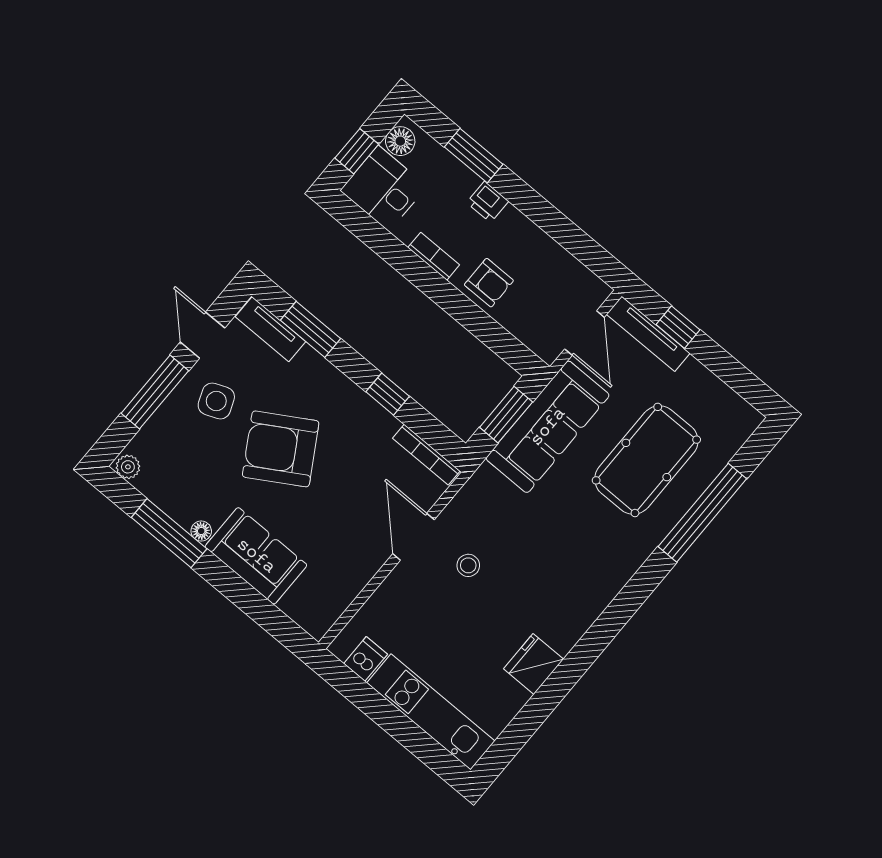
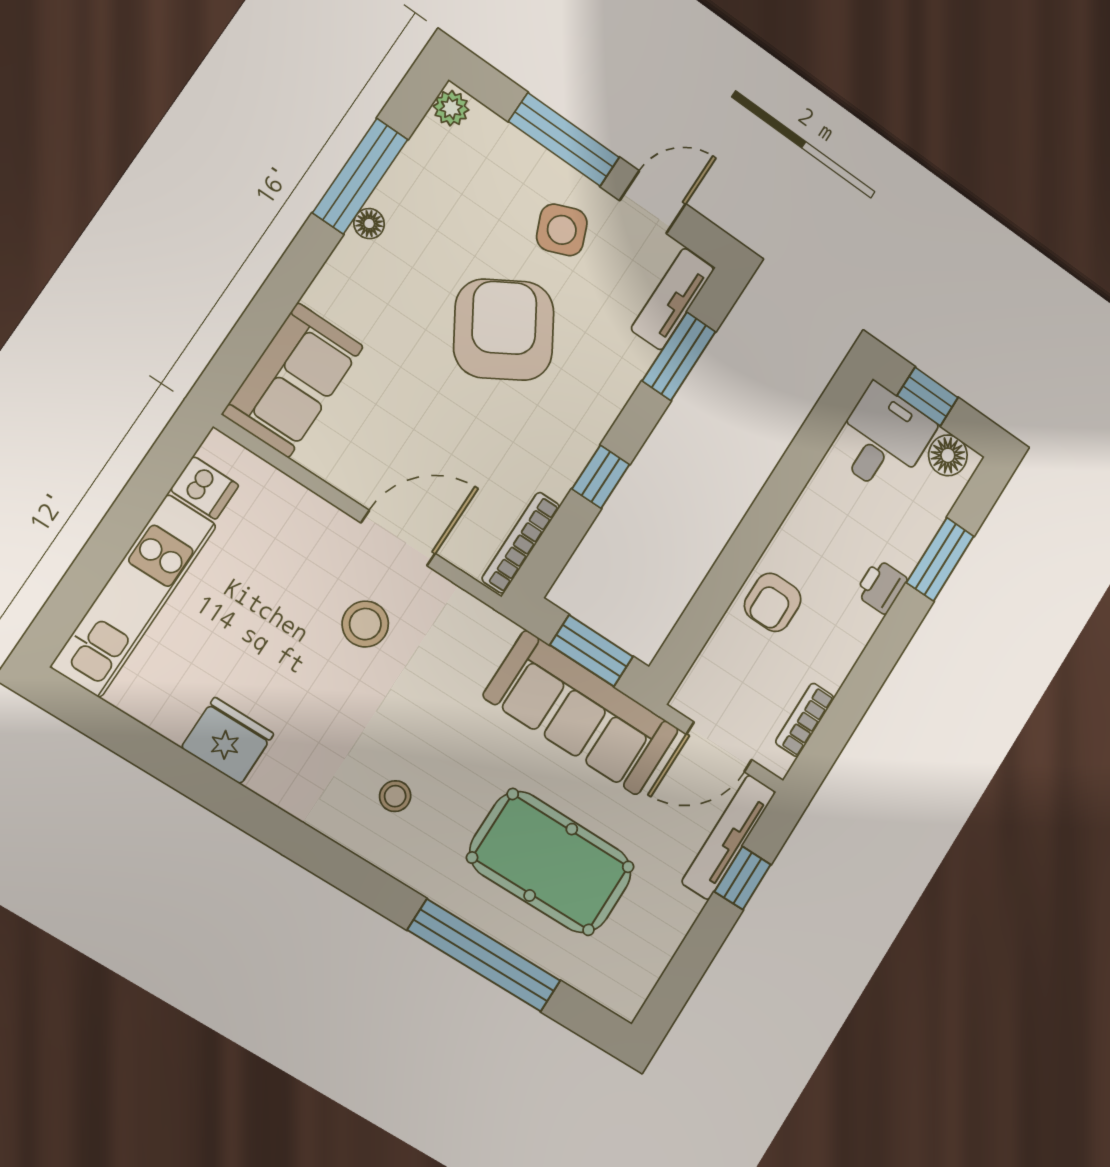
bookcase: (434, 256) -> (805, 720), moved, turned 180
sofa: (256, 556) -> (293, 380), moved
stool: (586, 559) -> (395, 796), added
stool: (468, 565) -> (365, 624), width x1.37, depth x1.37

